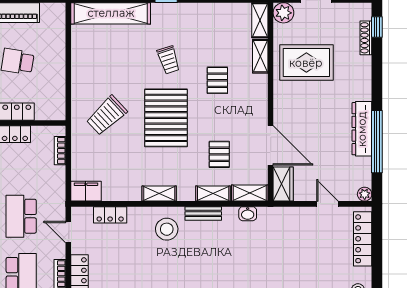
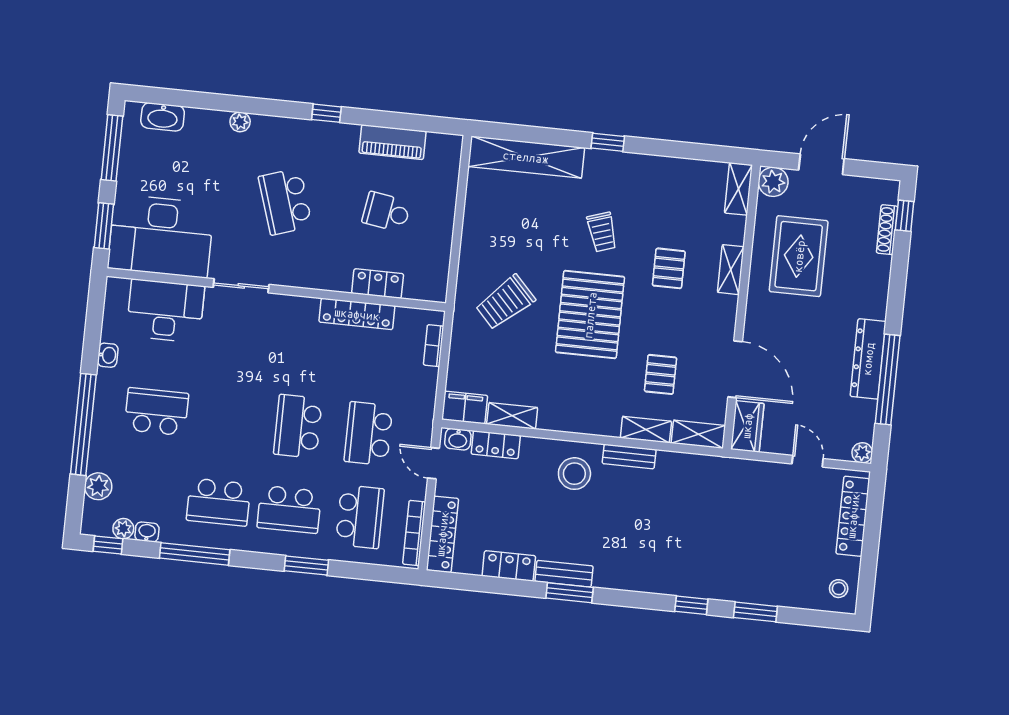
shelving: (260, 56) -> (731, 270), moved
rug: (306, 63) -> (799, 256), turned 90
shelving: (159, 194) -> (512, 416), moved
washbasin: (248, 214) -> (458, 439), moved

